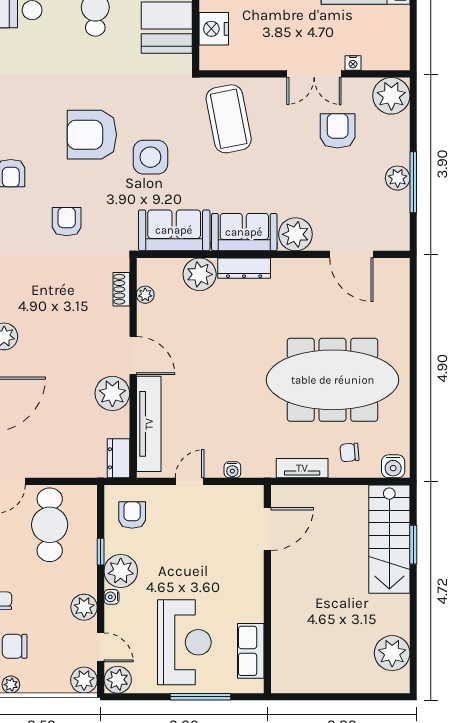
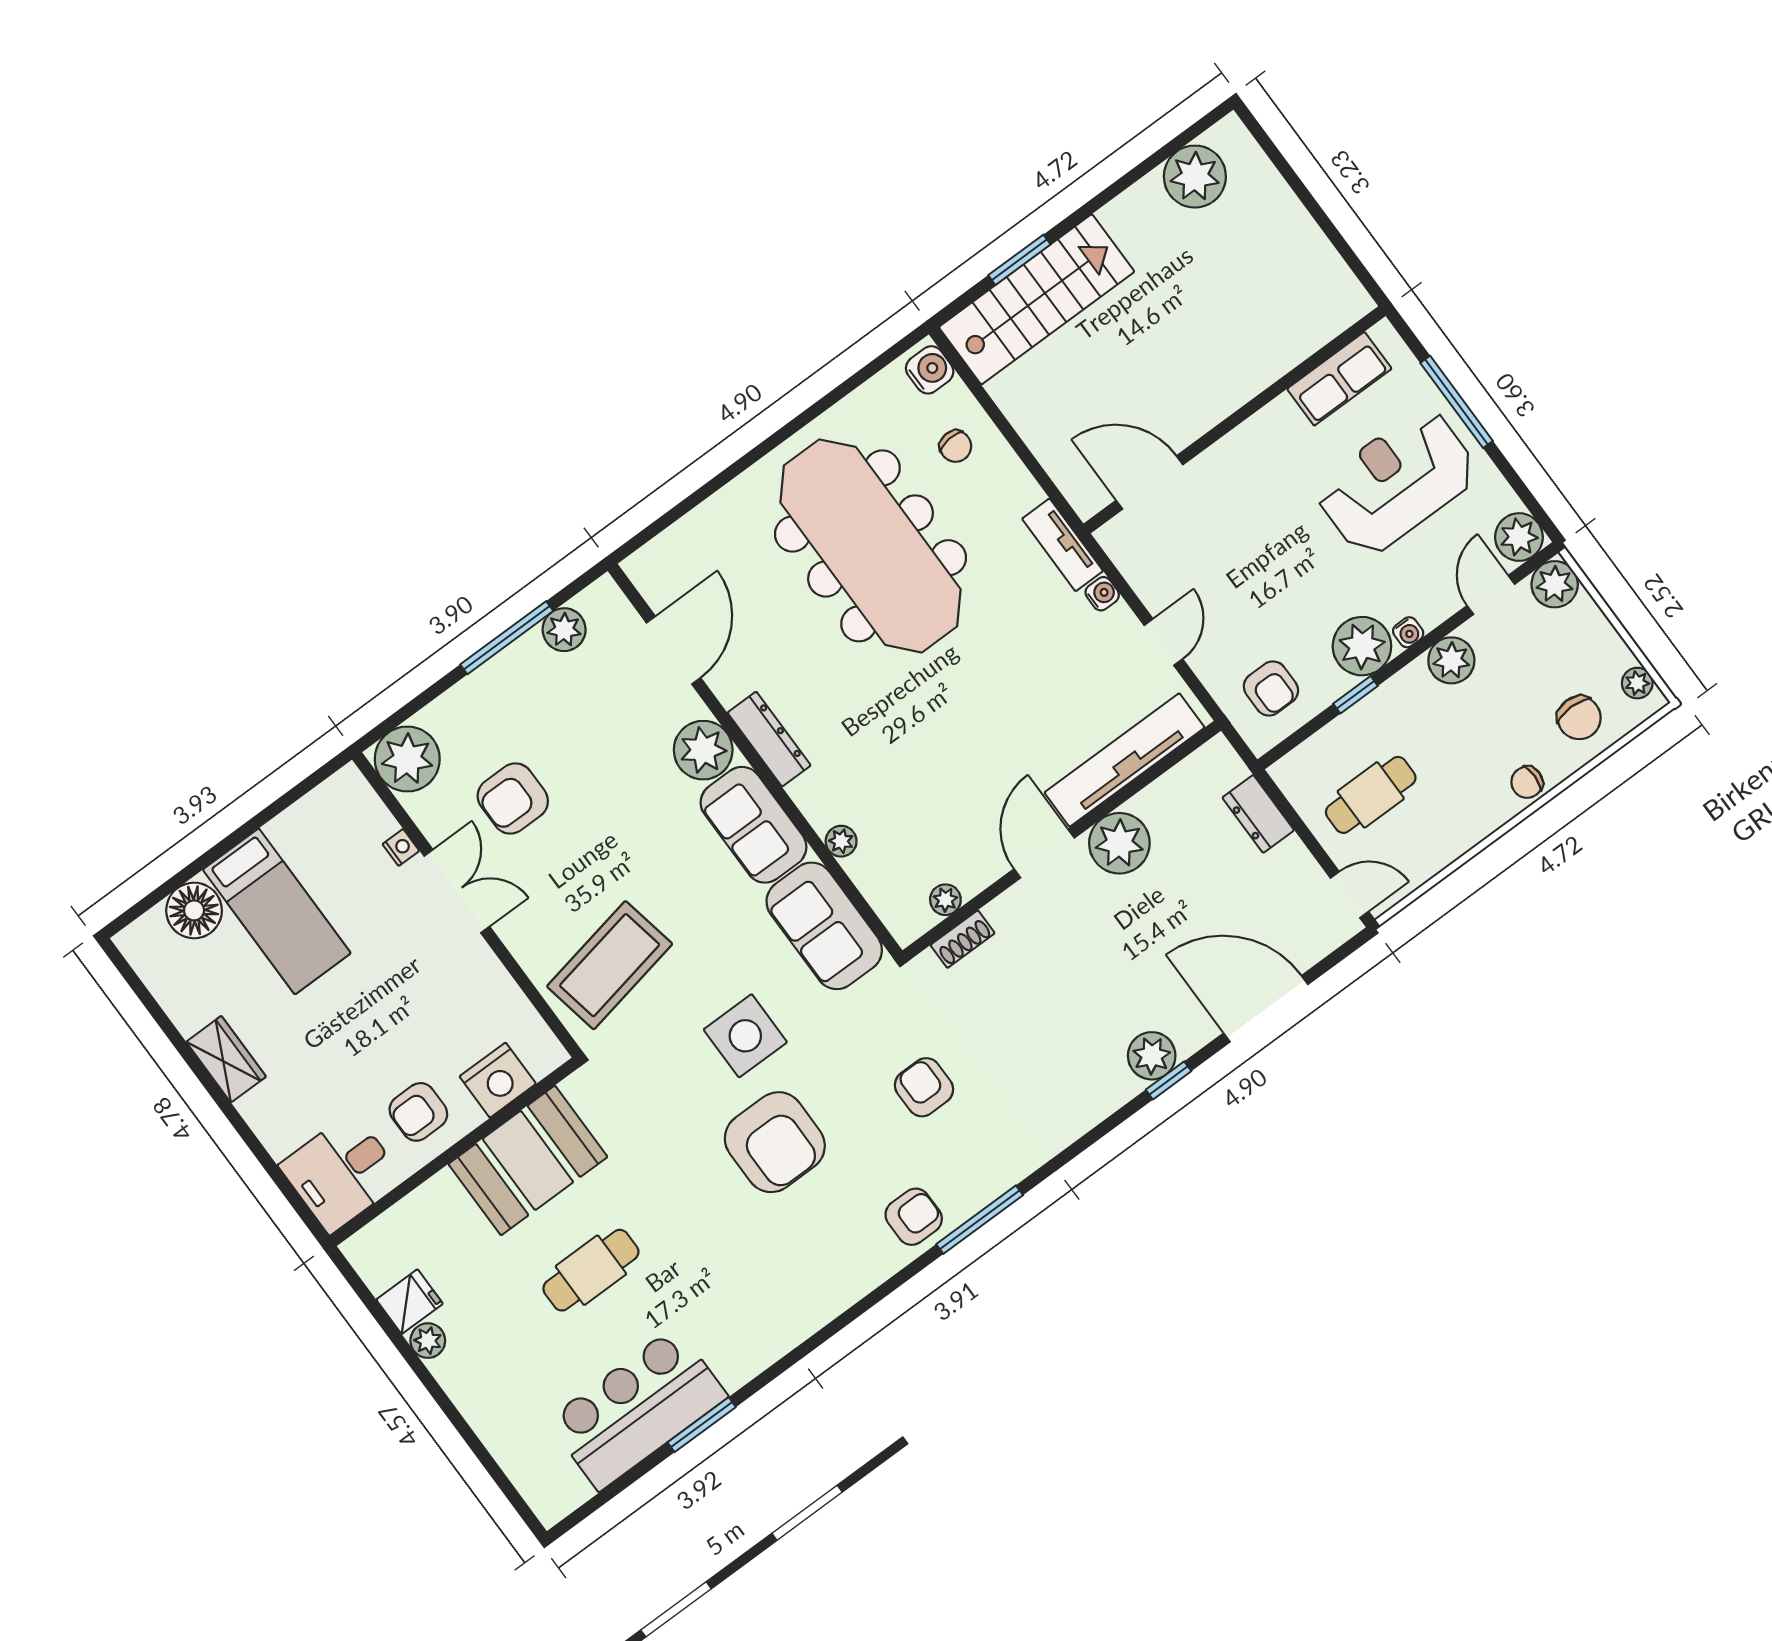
plant: (398, 178) -> (564, 630), moved
armchair: (67, 222) -> (924, 1087), turned 90
dresser: (244, 268) -> (769, 739), moved
plant: (200, 274) -> (841, 841), width x0.53, depth x0.53
dresser: (119, 458) -> (1258, 814), moved, turned 90
tv unit: (302, 468) -> (1063, 545), moved
door: (190, 481) -> (1163, 642), swing flipped
armchair: (132, 515) -> (1271, 688), turned -90
cafe table: (50, 525) -> (1371, 795), width x0.73, depth x0.74

